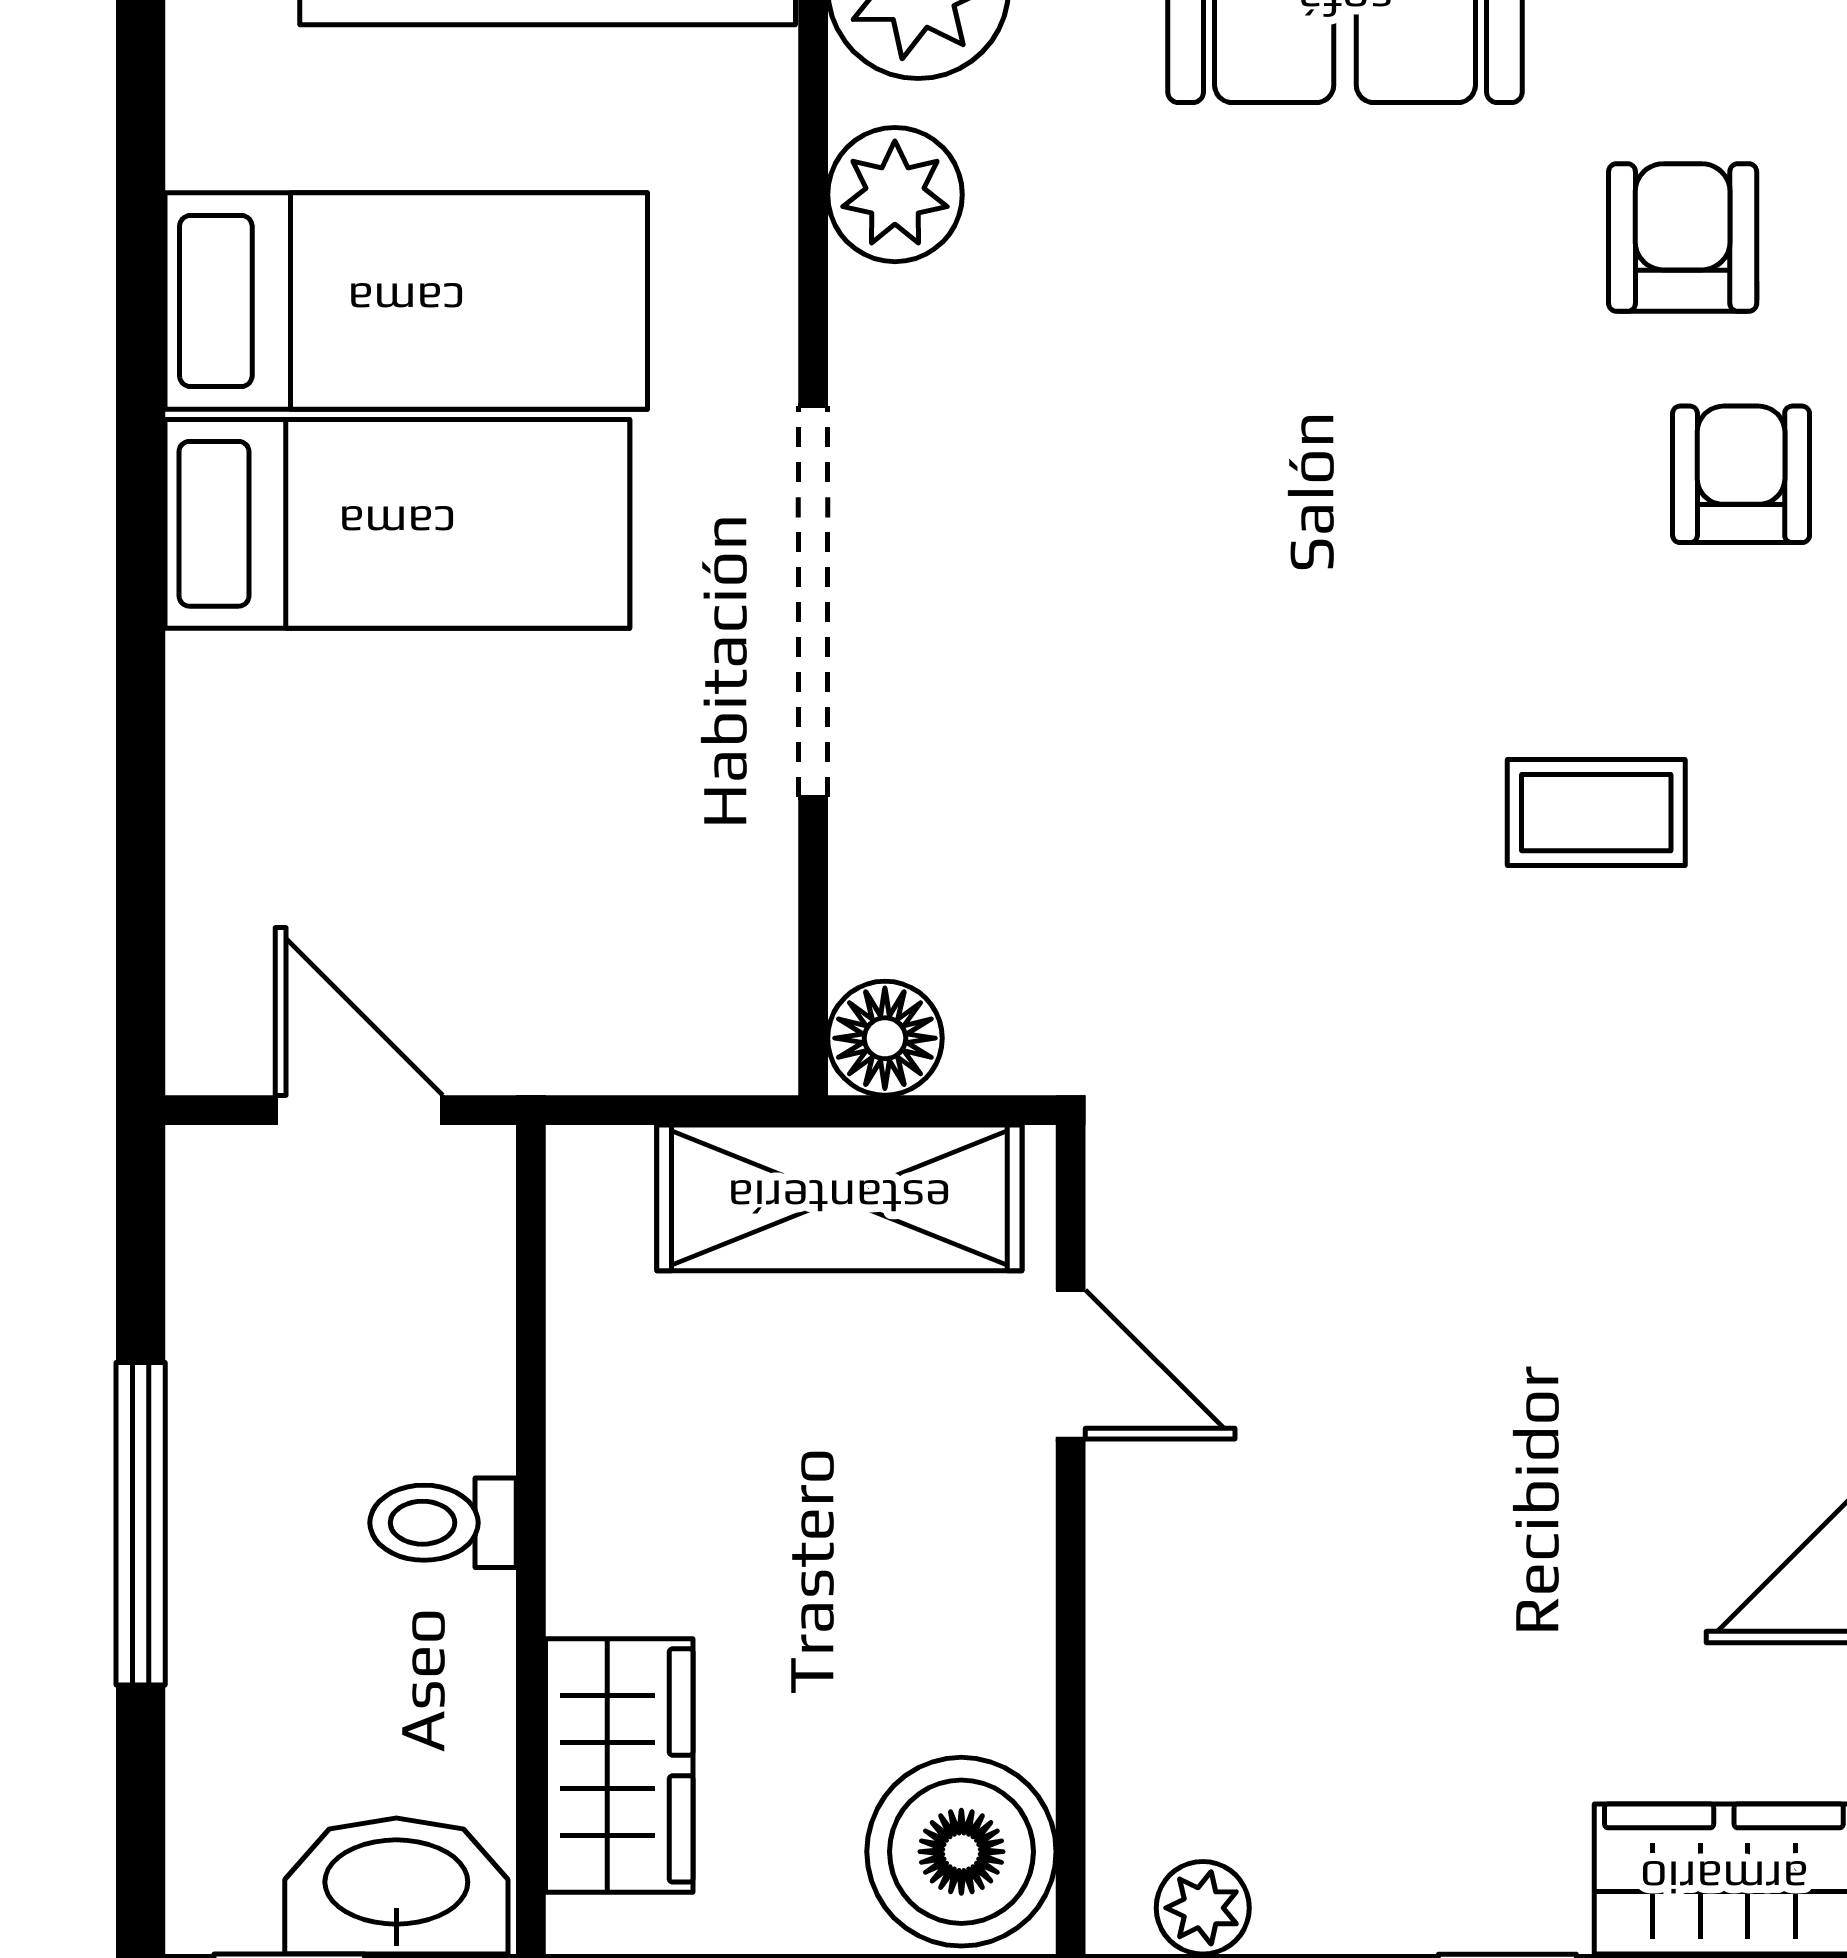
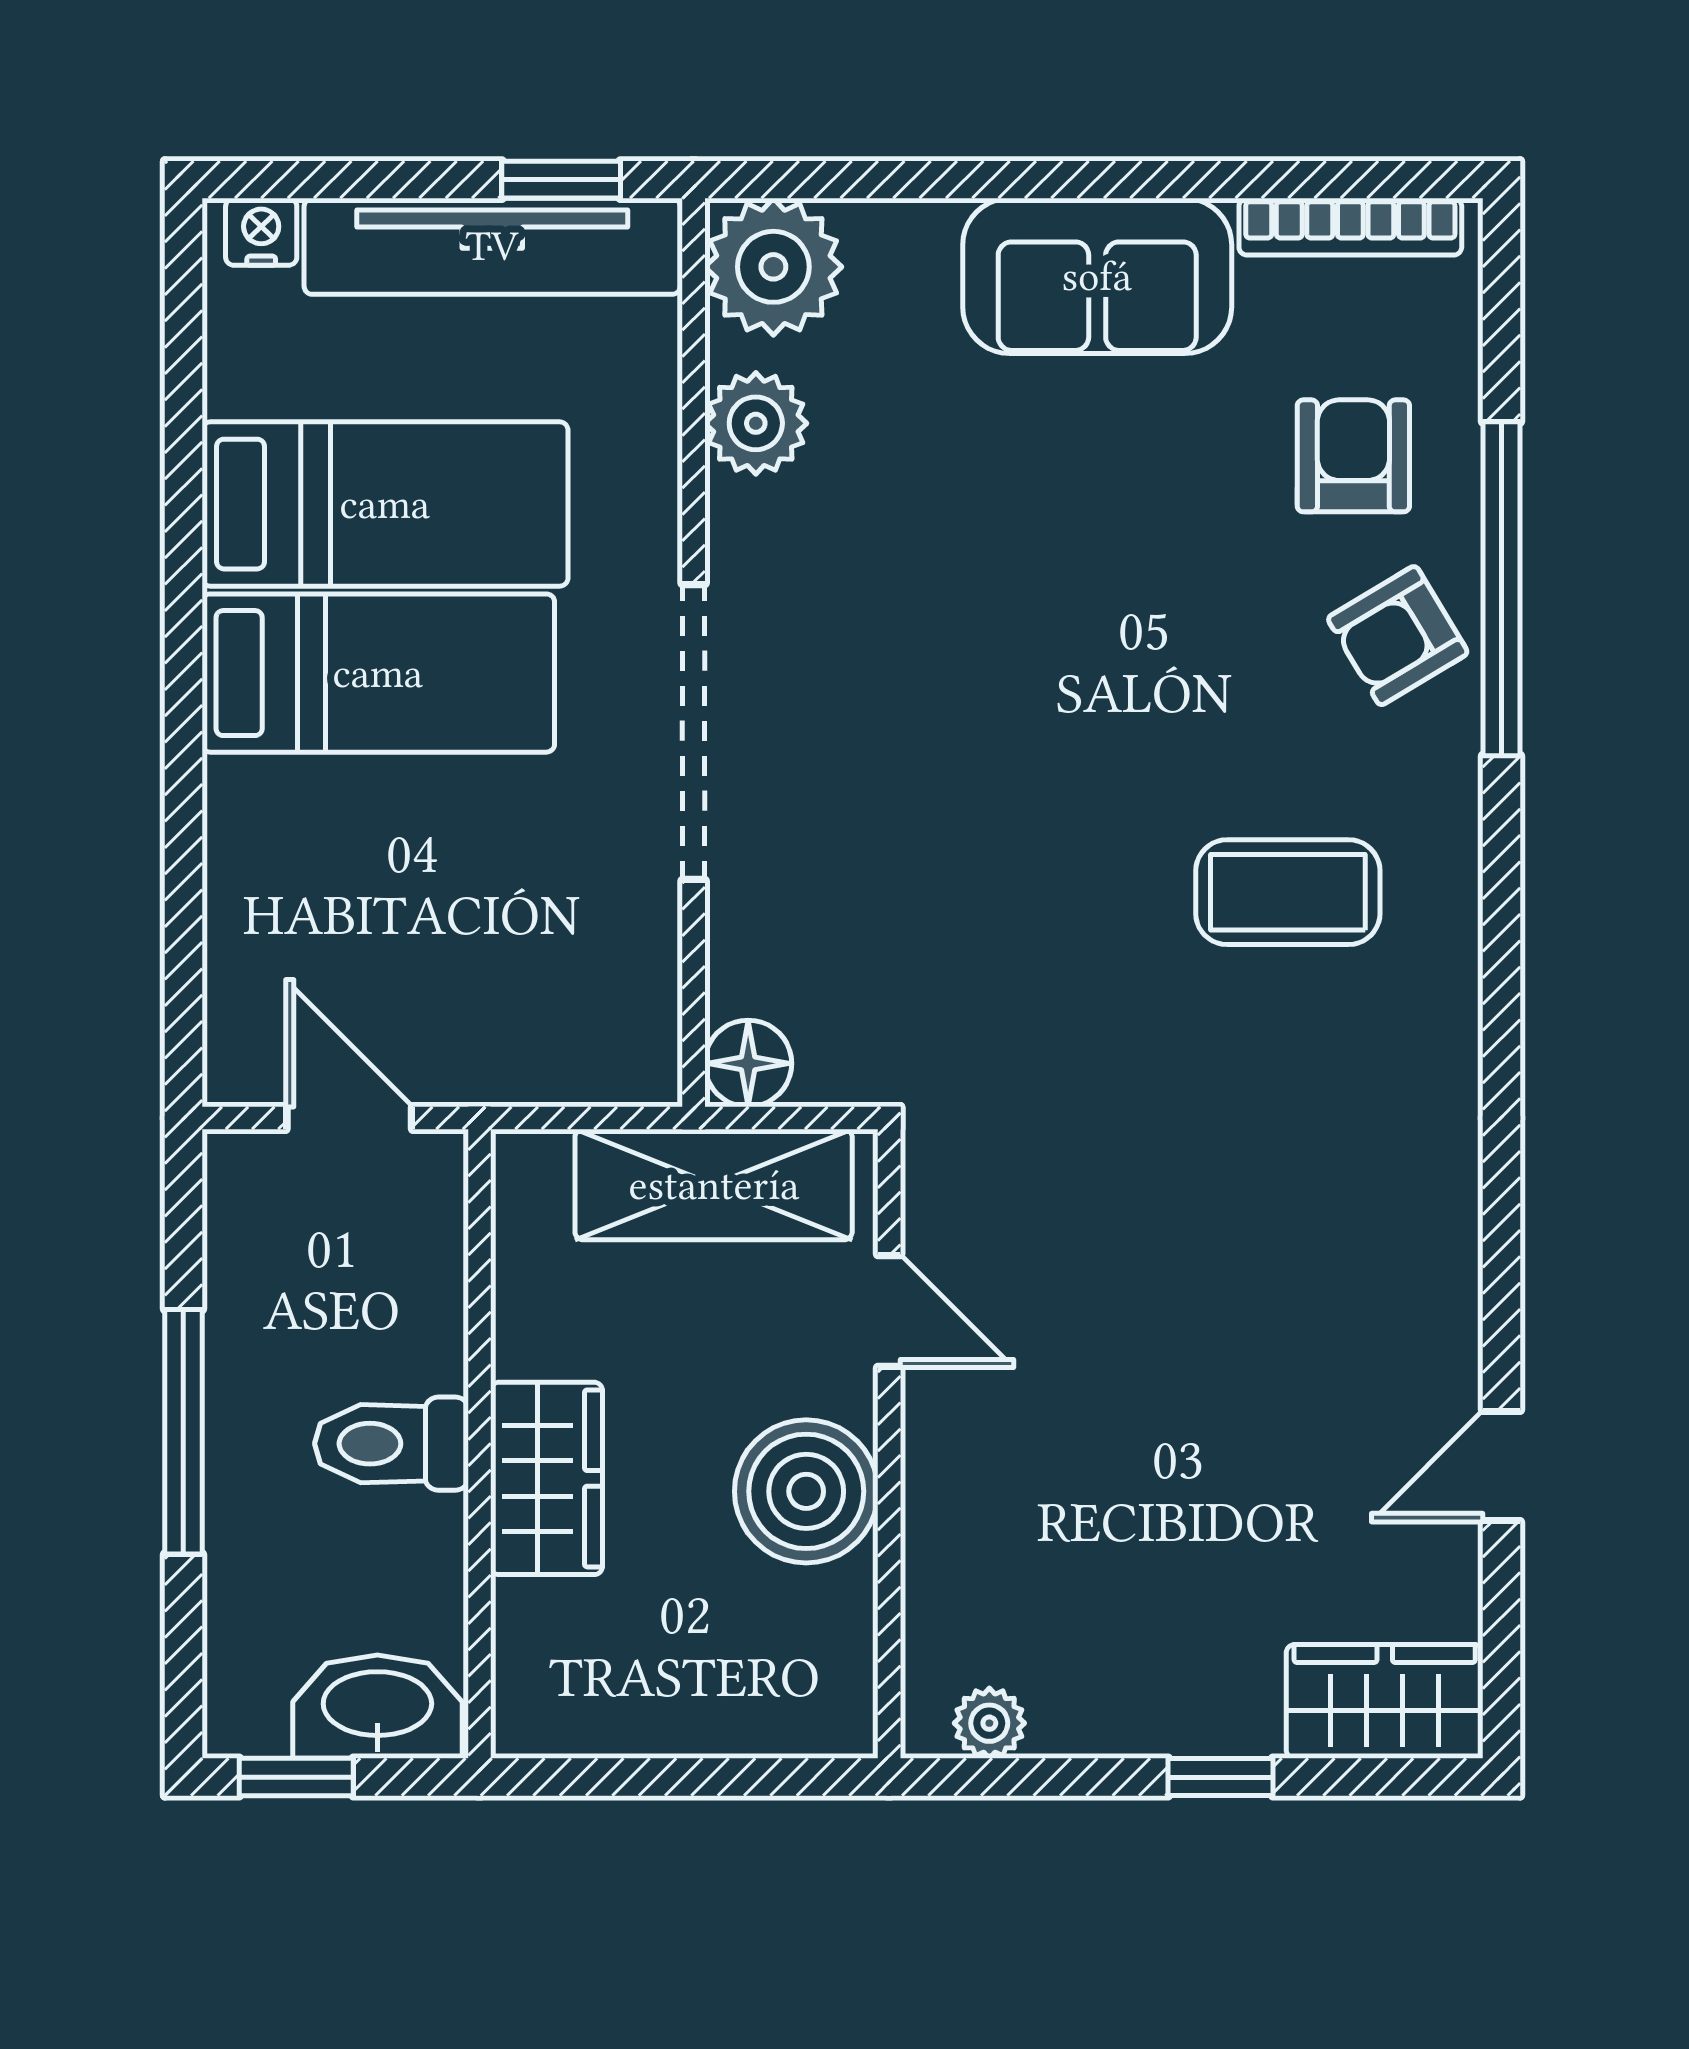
armchair: (1741, 474) -> (1398, 636), turned -121
coffee table: (1596, 813) -> (1288, 892), width x1.36, depth x1.30
toilet: (443, 1523) -> (391, 1444), width x1.37, depth x1.39
wardrobe: (619, 1765) -> (547, 1478), moved
boiler: (961, 1852) -> (806, 1491), moved

